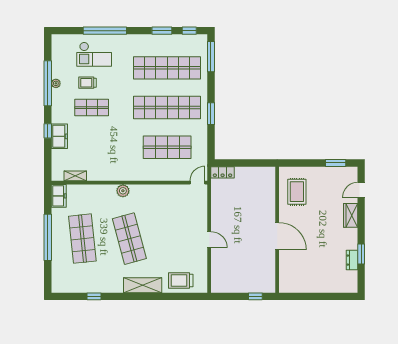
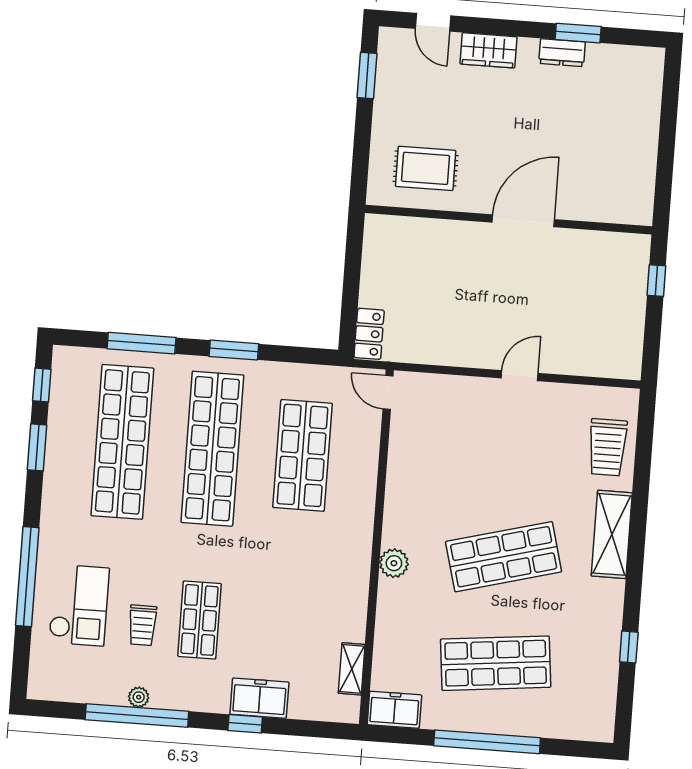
window: (211, 57) -> (141, 343), moved
dresser: (352, 260) -> (562, 53), moved

